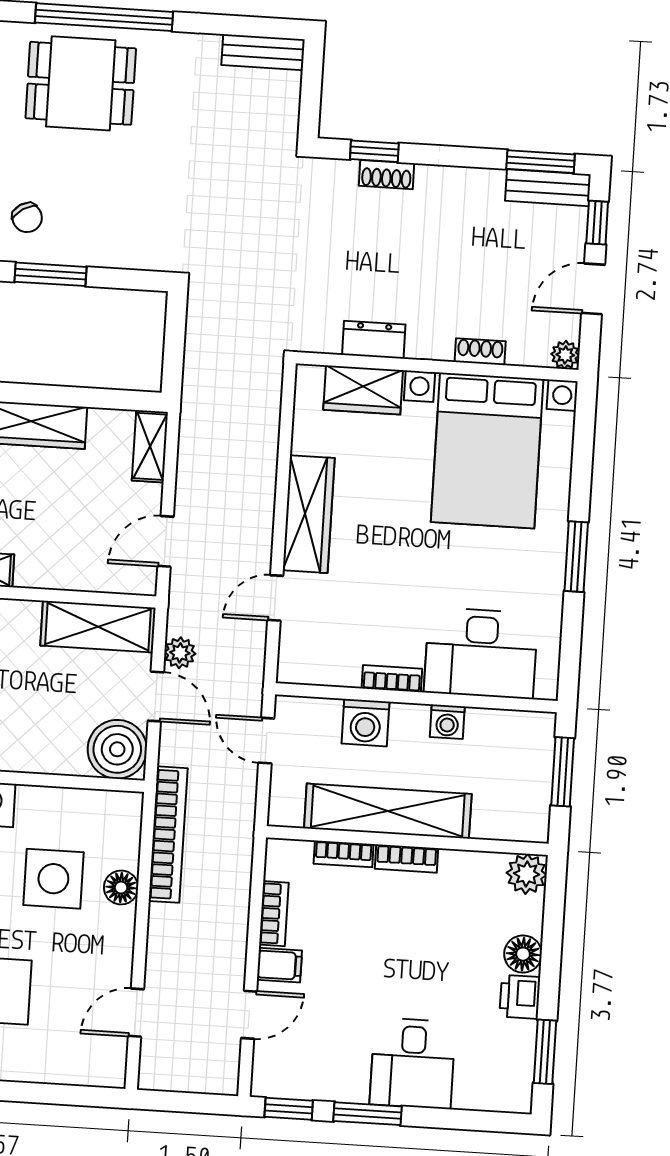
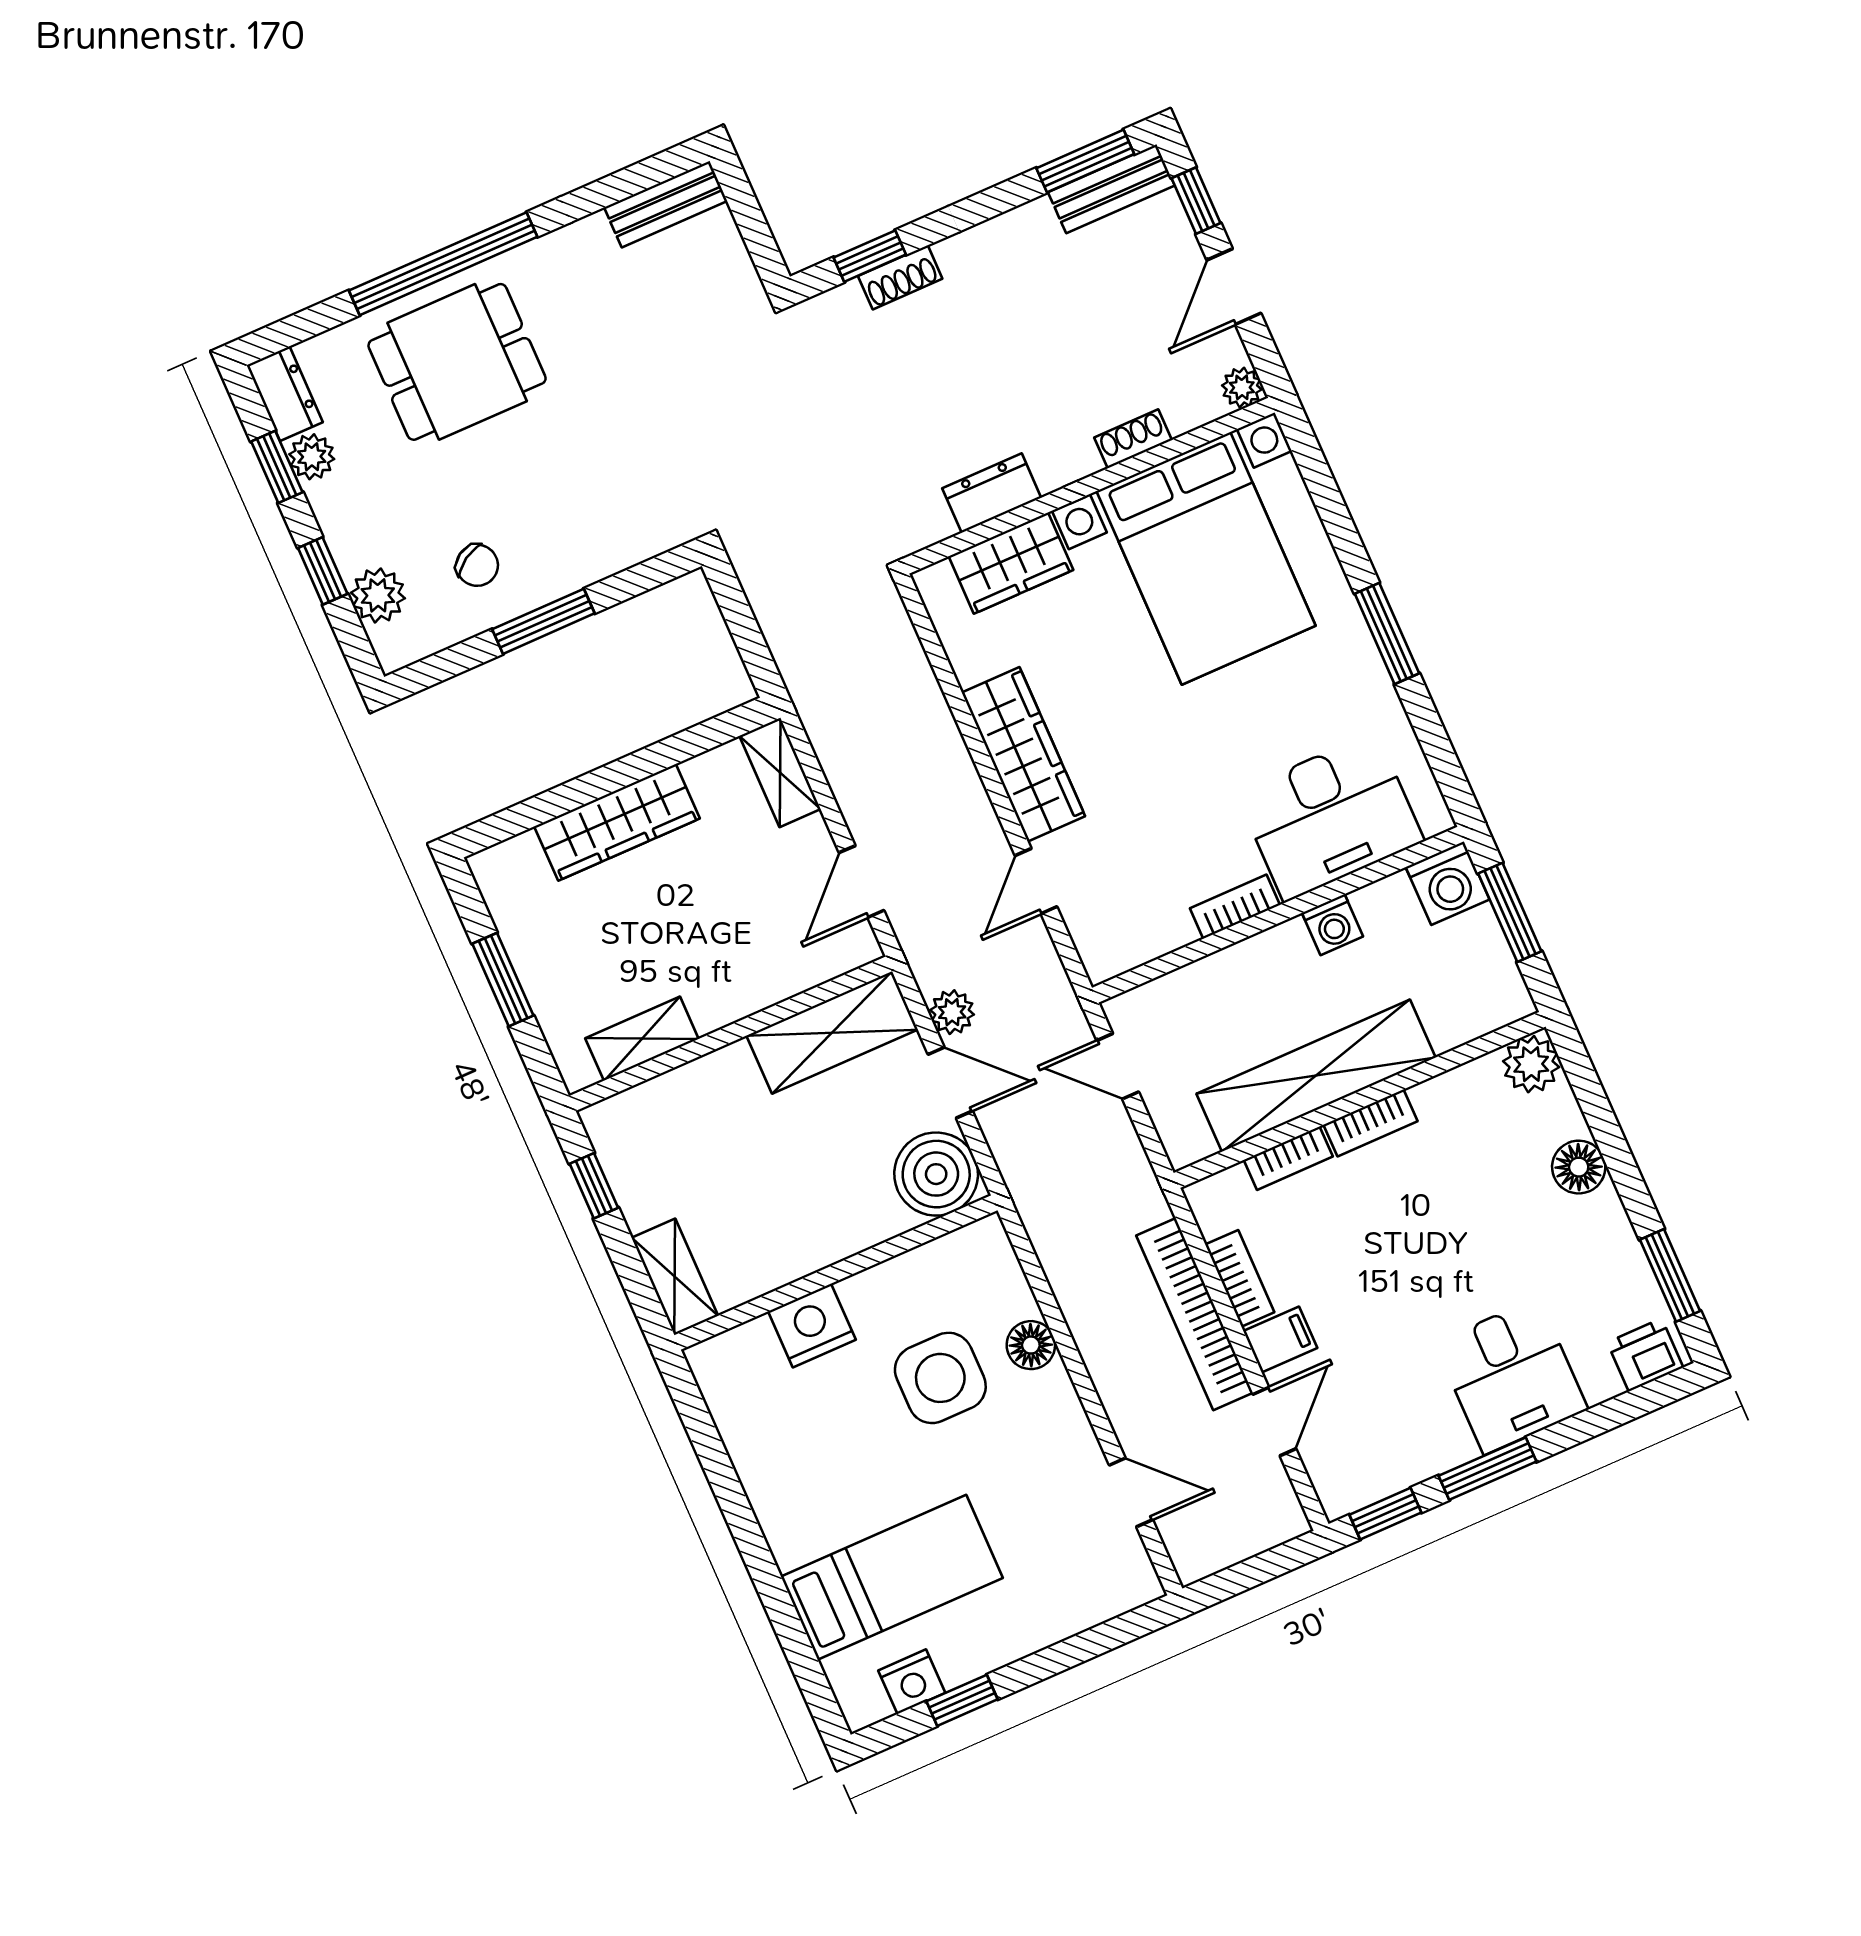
washing machine: (365, 723) -> (1448, 883), moved
bookcase: (168, 835) -> (1195, 1314), moved, turned 180
printer: (520, 997) -> (1645, 1355), moved, turned 90
door: (136, 1013) -> (1131, 1492), swing flipped

